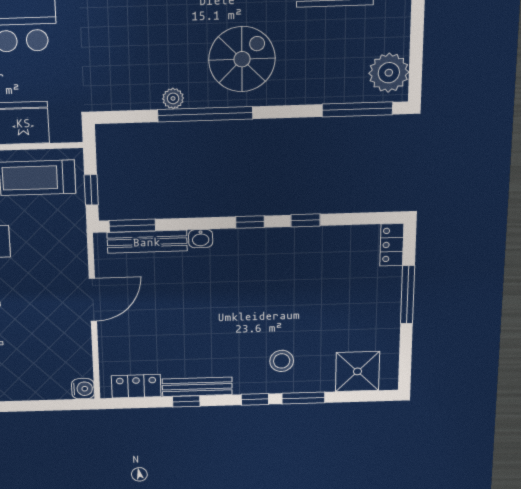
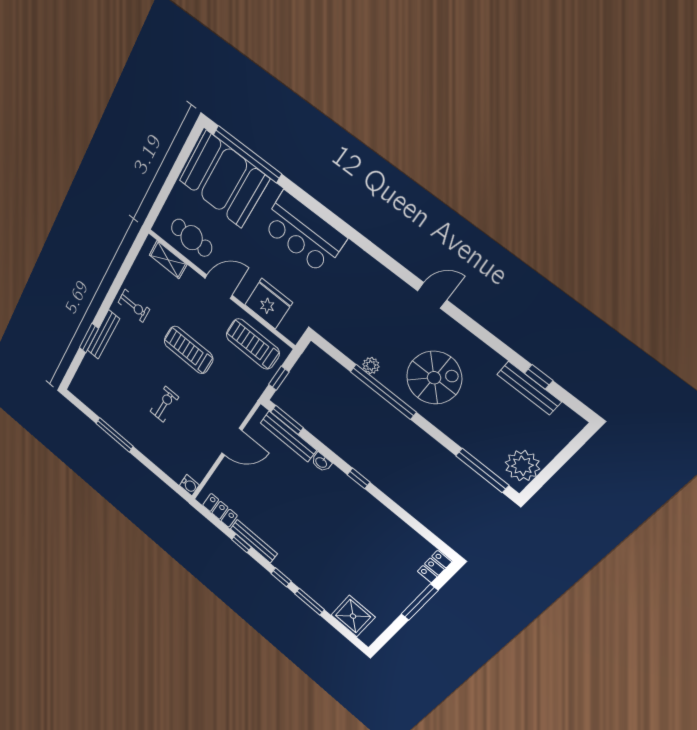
window: (306, 220) -> (393, 507), removed
stool: (282, 361) -> (313, 571), removed

